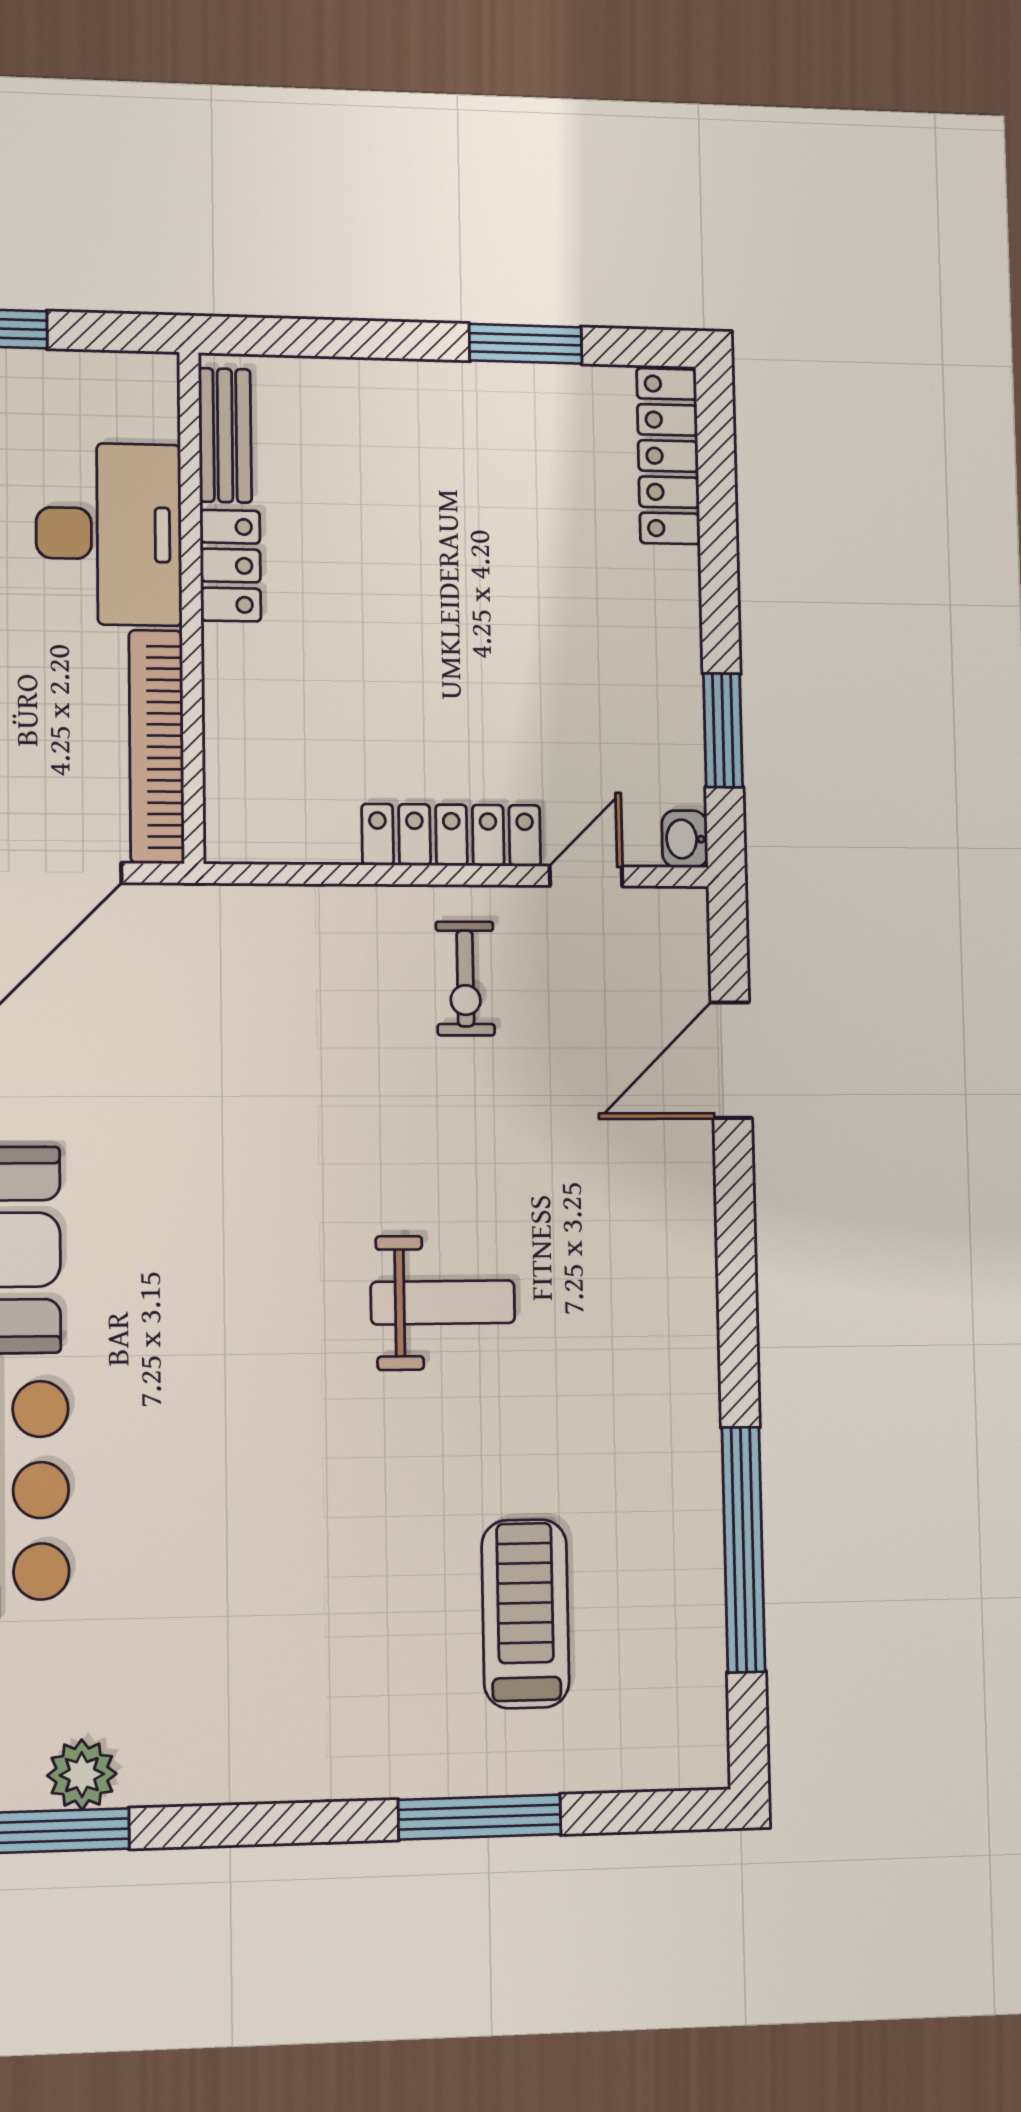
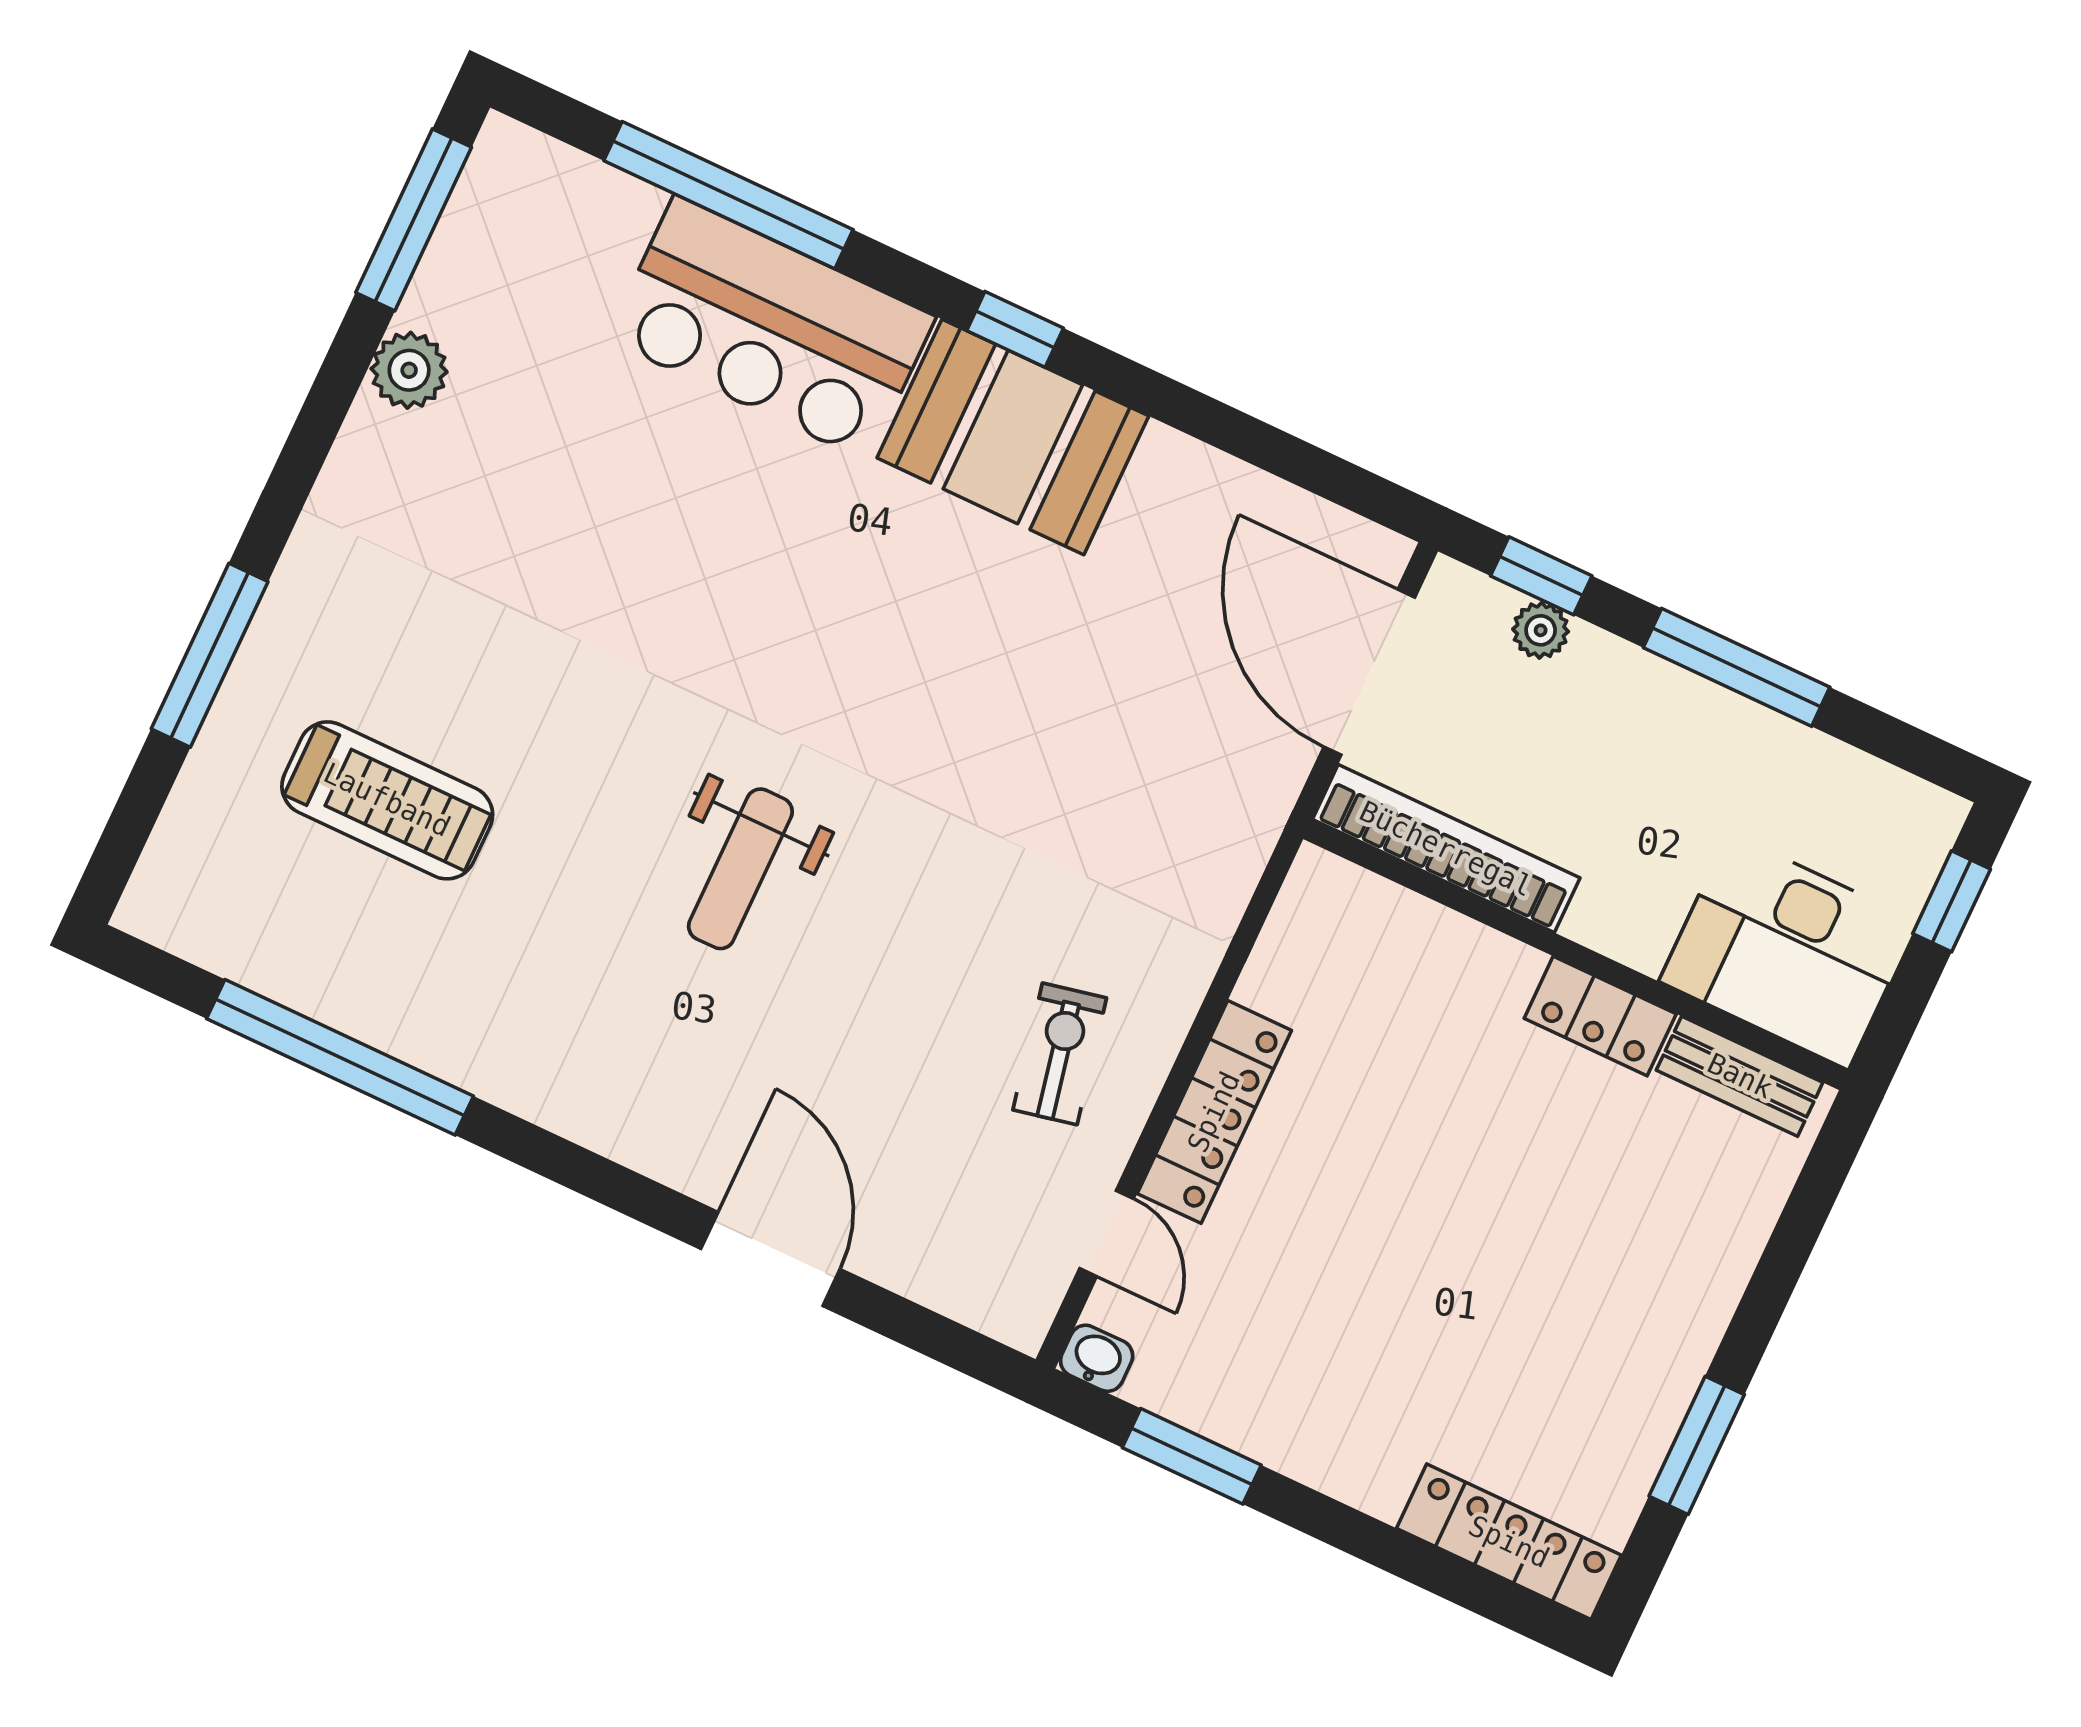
desk: (109, 534) -> (1788, 951), moved
exercise bike: (465, 978) -> (1060, 1054), turned 78
door: (731, 1060) -> (770, 1259), moved
plant: (82, 1775) -> (409, 370), moved

